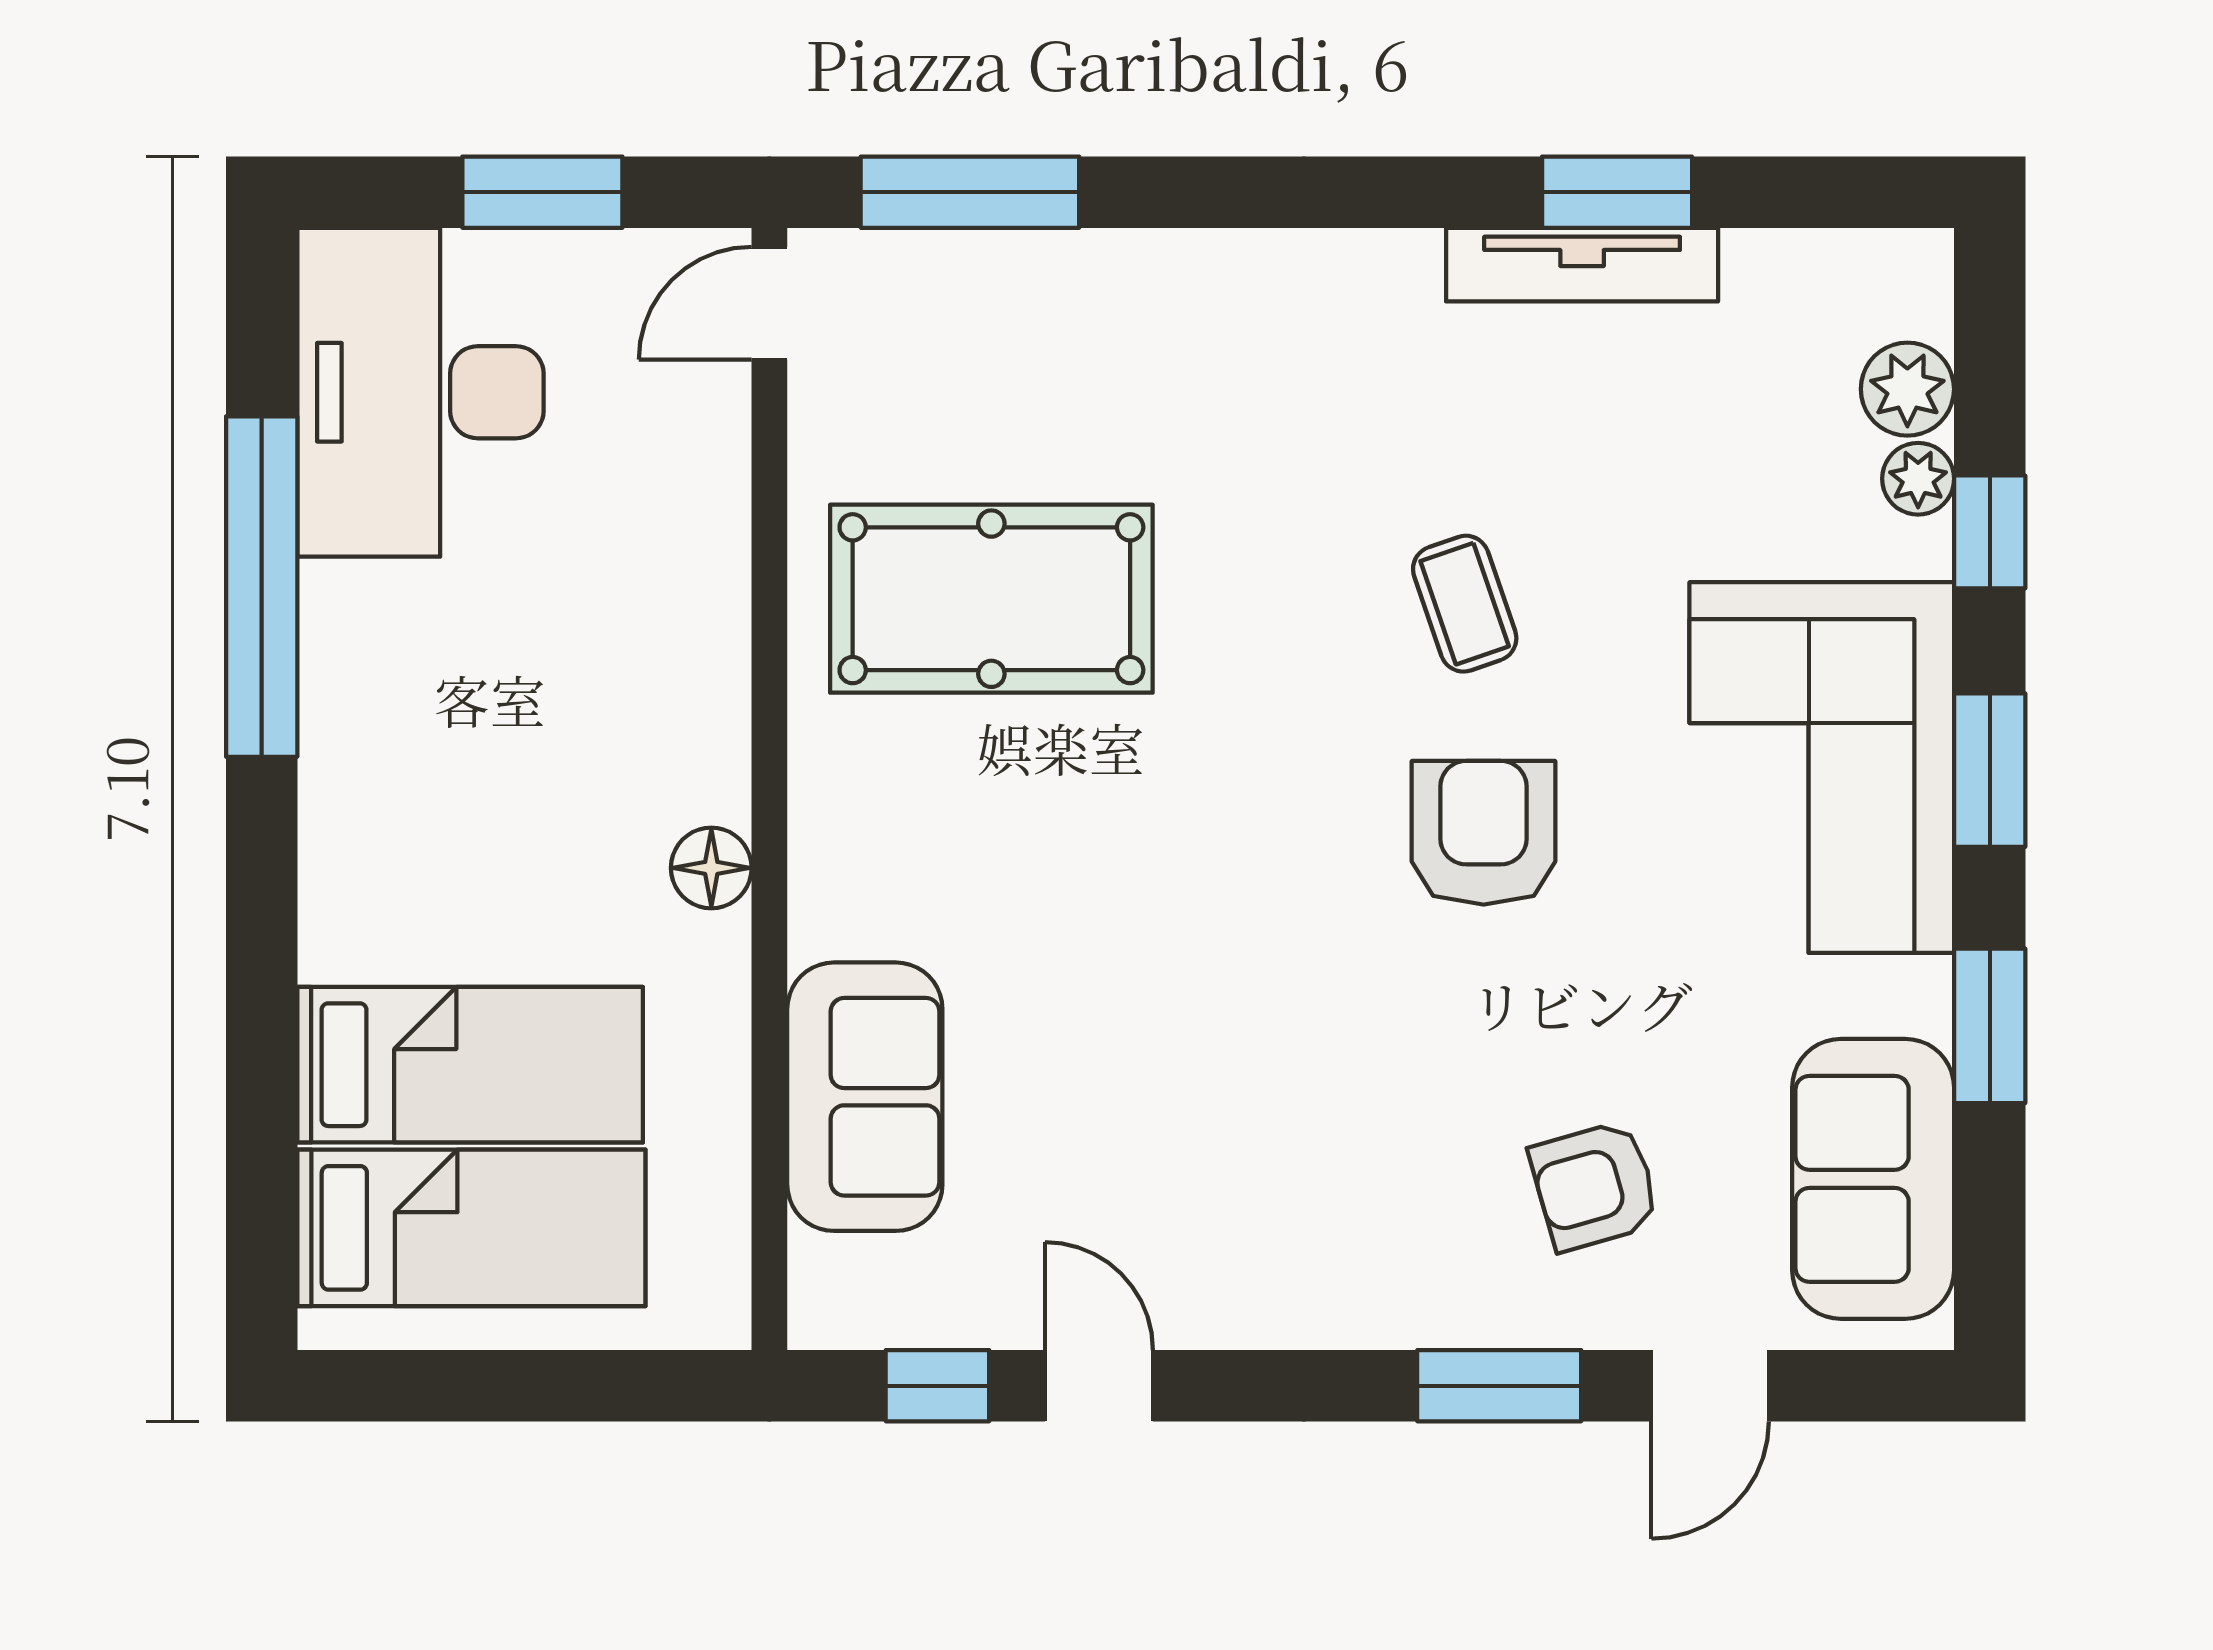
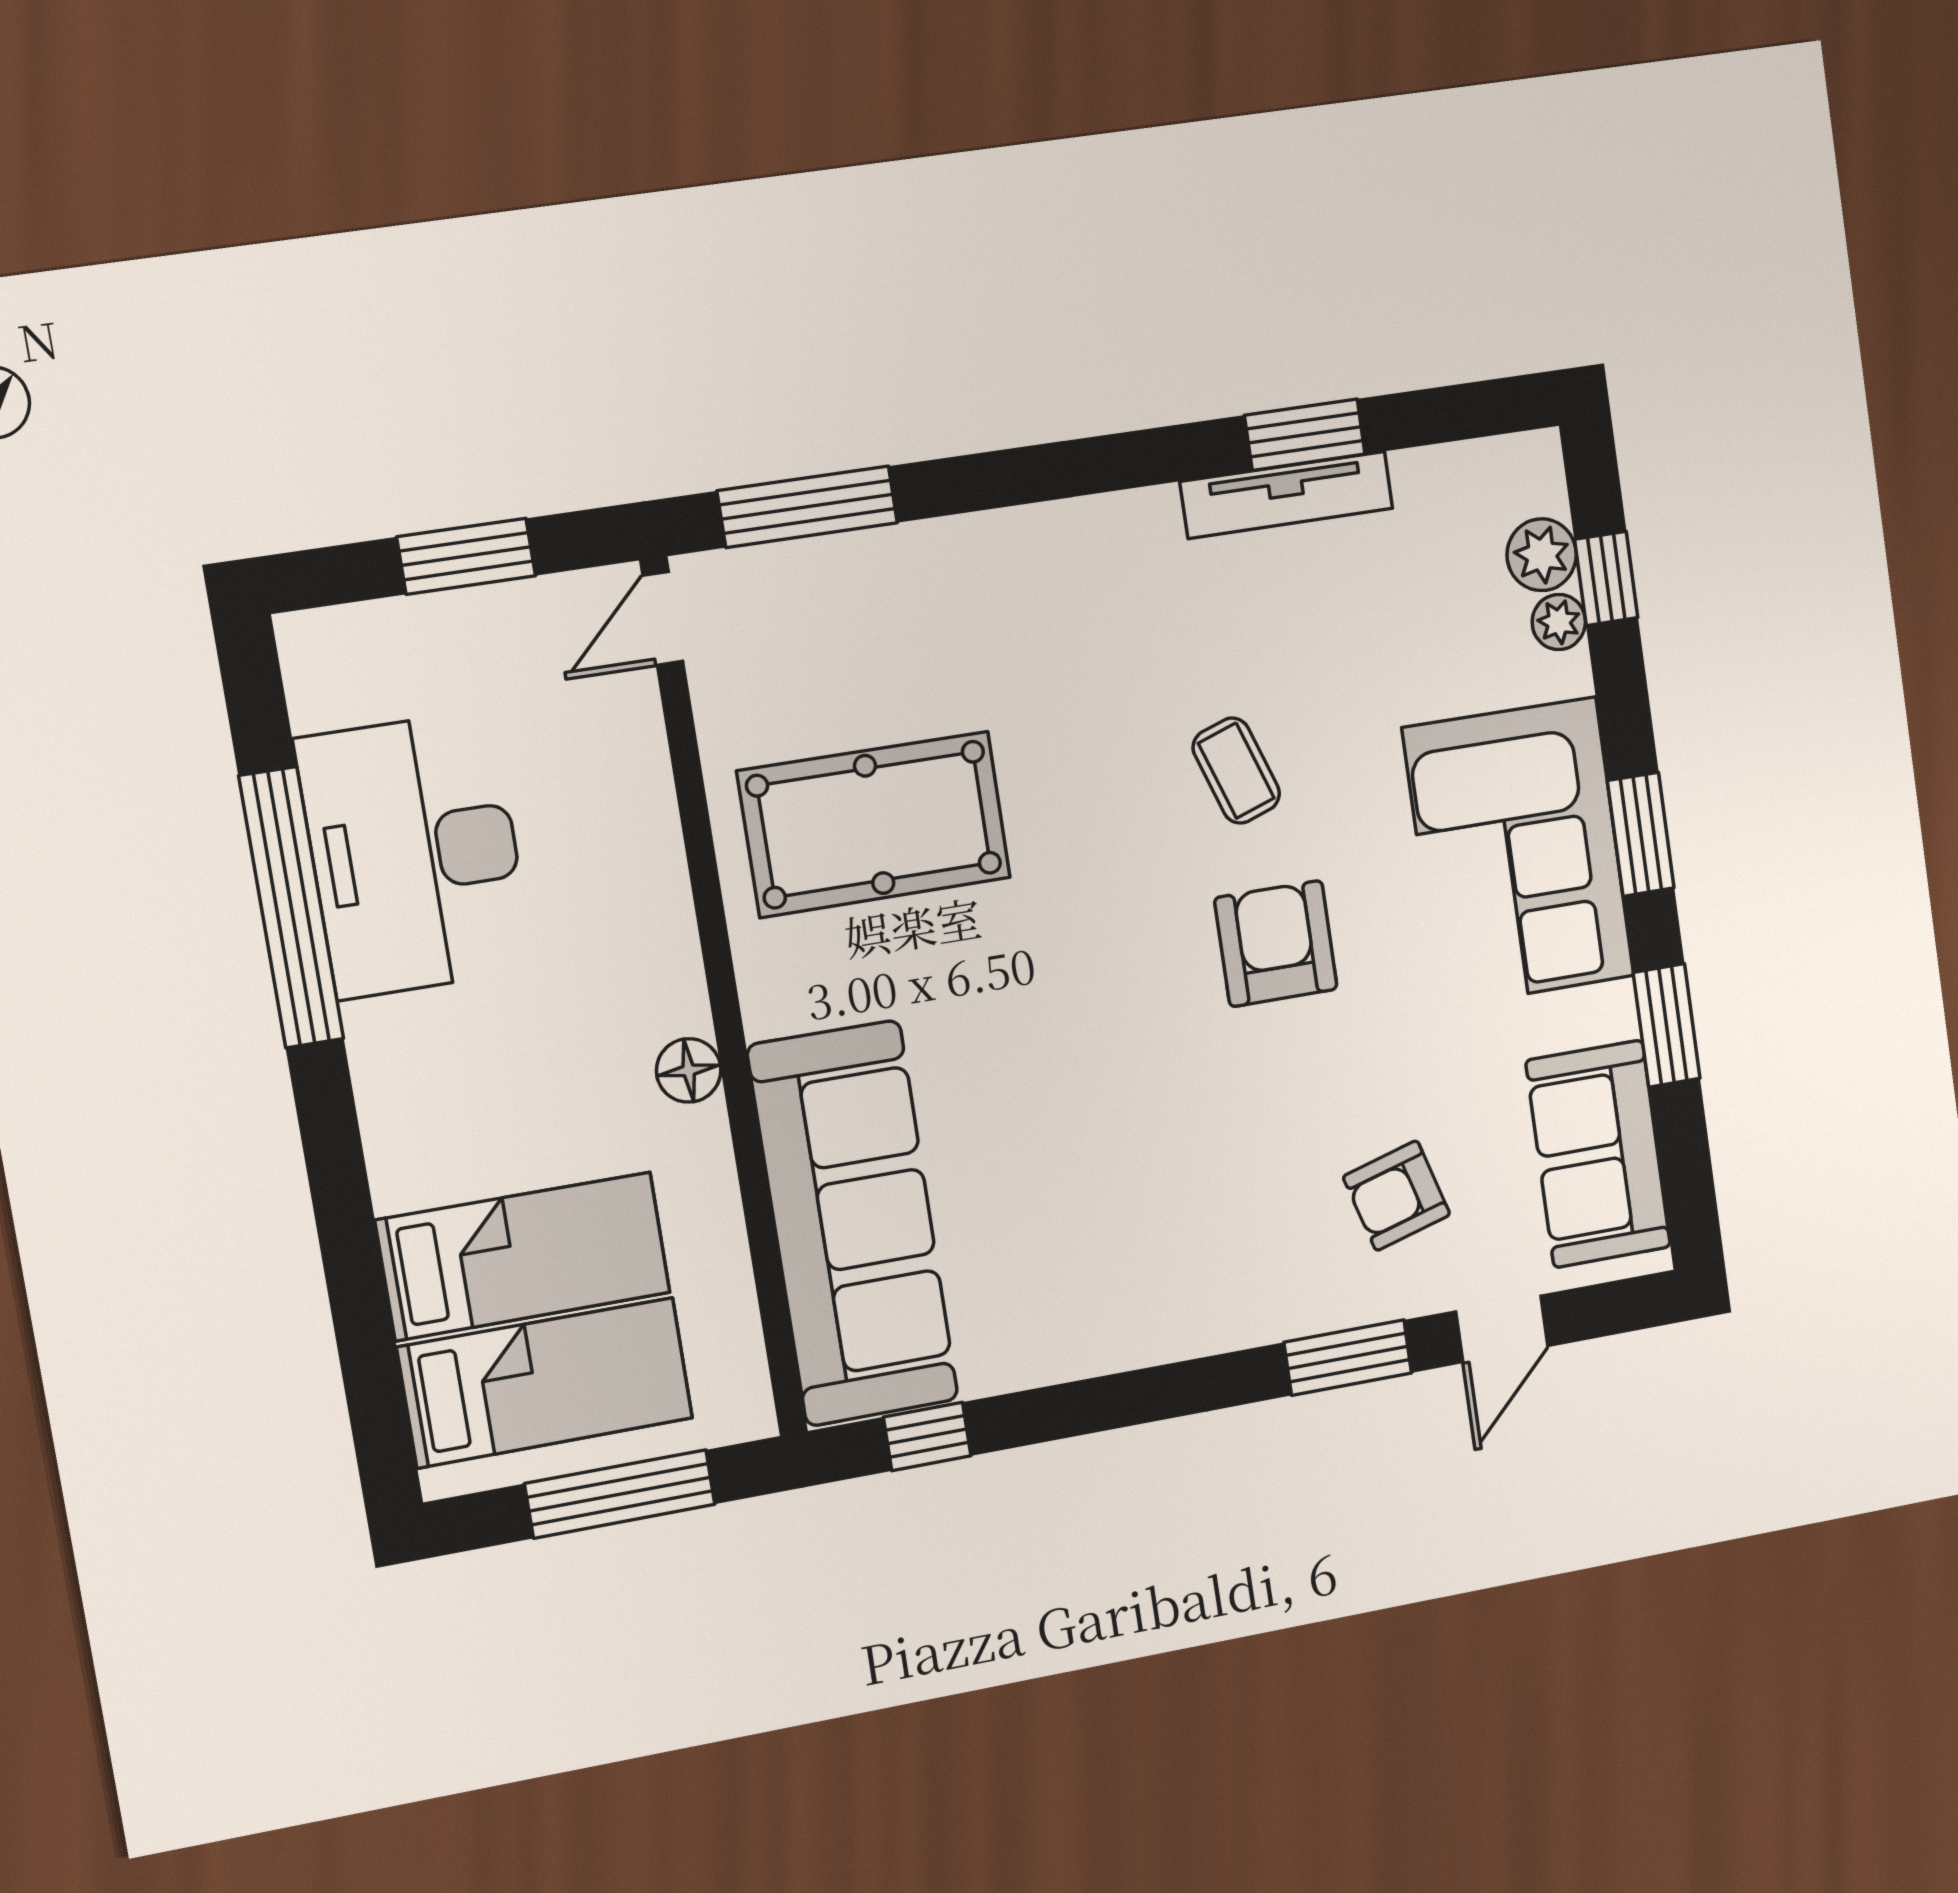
desk: (420, 392) -> (415, 855), moved
window: (1990, 532) -> (1606, 579), moved
sofa: (865, 1097) -> (853, 1224), width x1.85, depth x1.27
window: (540, 1386) -> (620, 1494), added
door: (1099, 1386) -> (1050, 1413), removed

